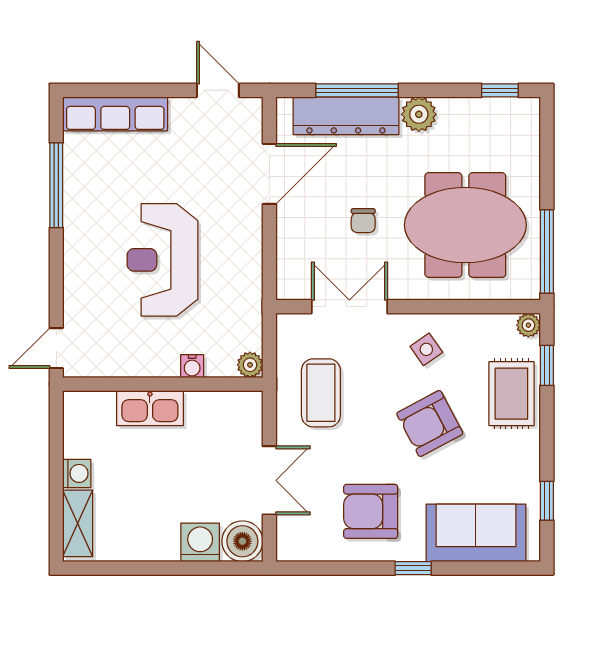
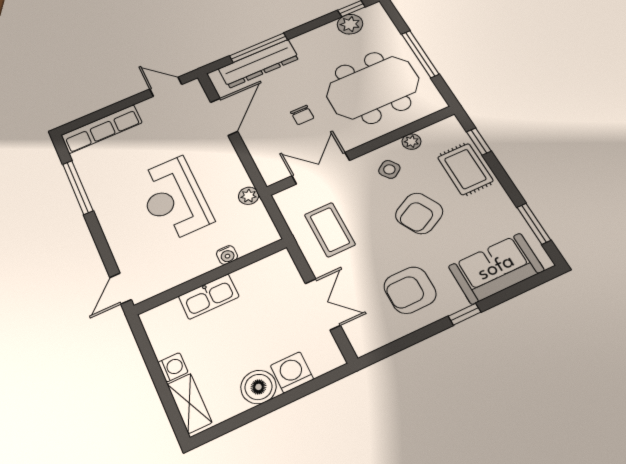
plant: (419, 114) -> (350, 24), moved
window: (547, 251) -> (420, 54), moved
plant: (528, 325) -> (411, 142), moved
plant: (250, 365) -> (249, 196), moved
window: (547, 501) -> (534, 224), width x1.50
boiler: (242, 541) -> (258, 387), moved

